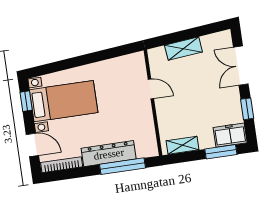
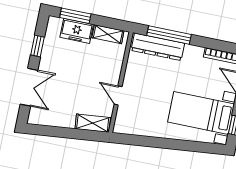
shelving: (183, 49) -> (93, 123), moved
freezer: (230, 135) -> (77, 31), moved
dresser: (109, 154) -> (158, 47), moved

